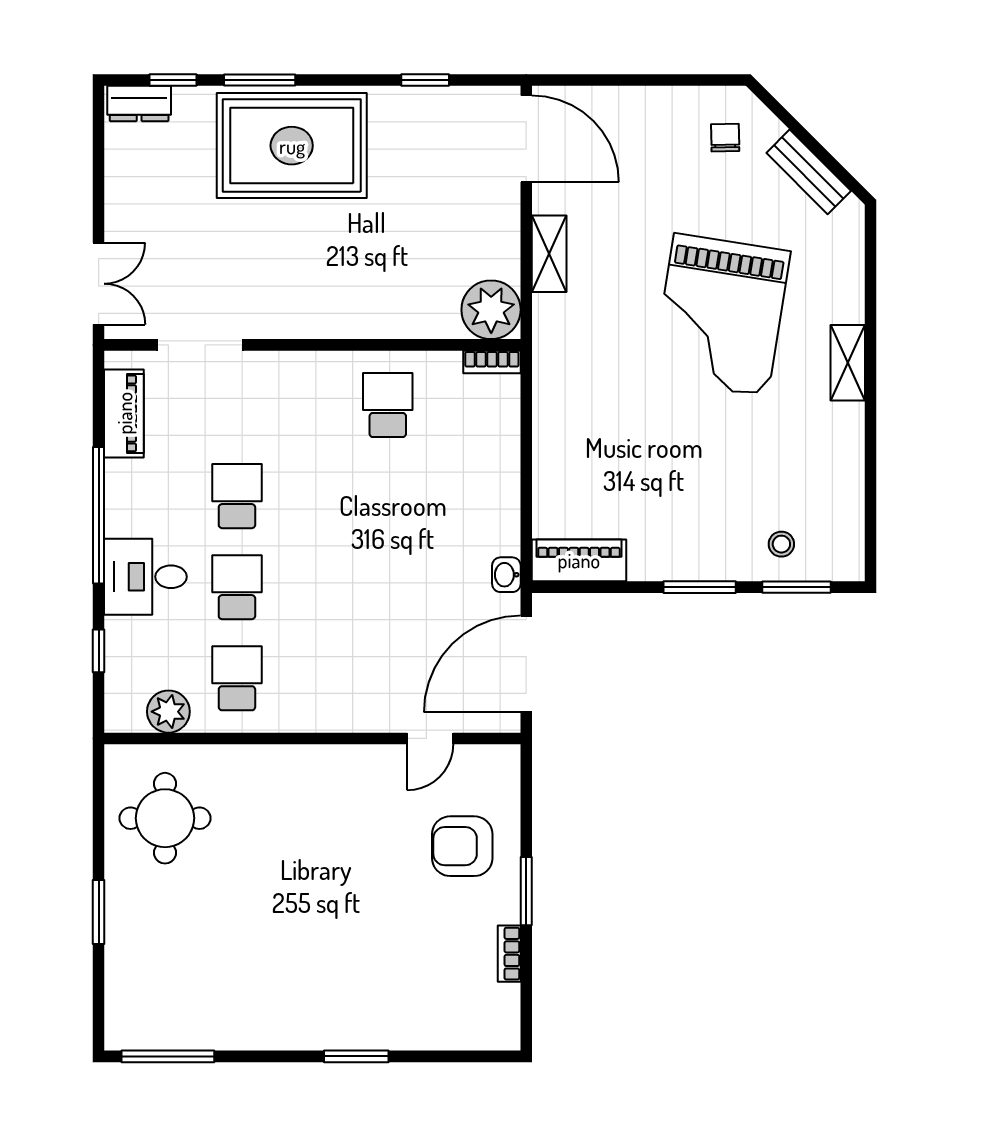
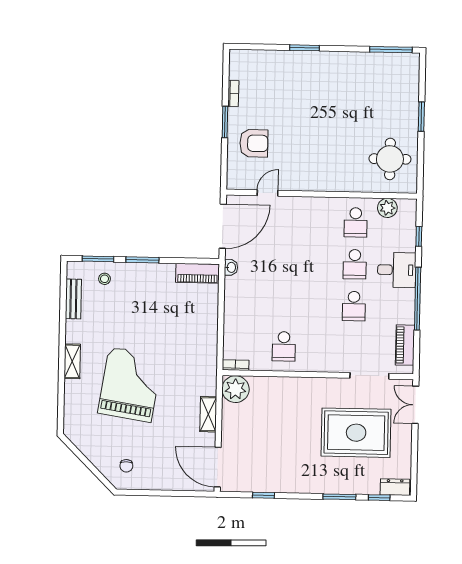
rug: (292, 146) -> (356, 433), moved
bench: (809, 172) -> (73, 299), moved, turned 45

